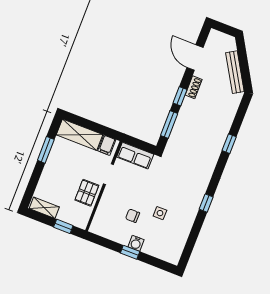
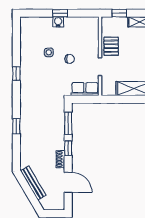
filing cabinet: (107, 145) -> (110, 89), removed
chair: (133, 216) -> (70, 59), moved

